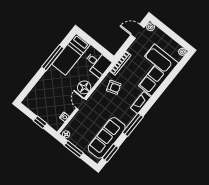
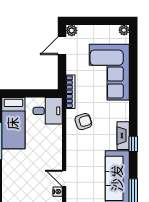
floor lamp: (84, 87) -> (54, 146), removed
fireplace: (141, 103) -> (123, 136), moved
door: (81, 104) -> (64, 178), moved
window: (133, 125) -> (133, 144), width x0.46

